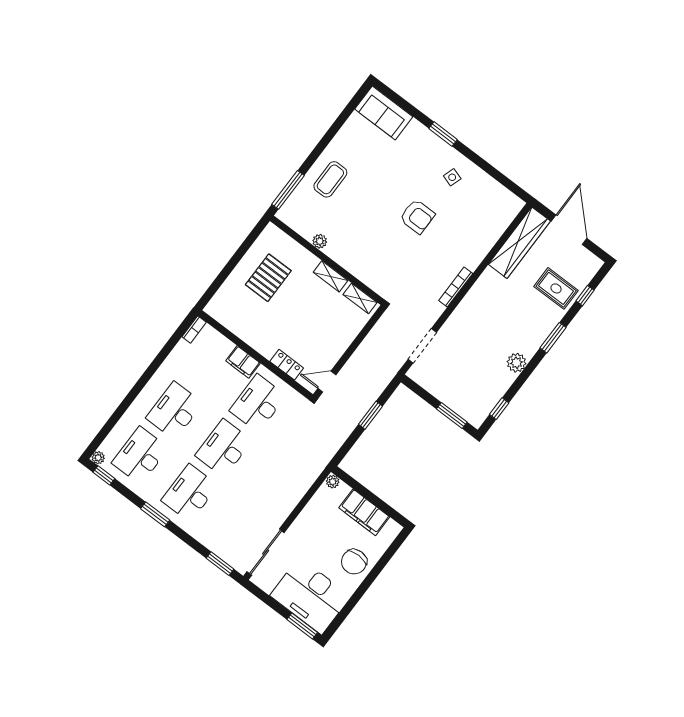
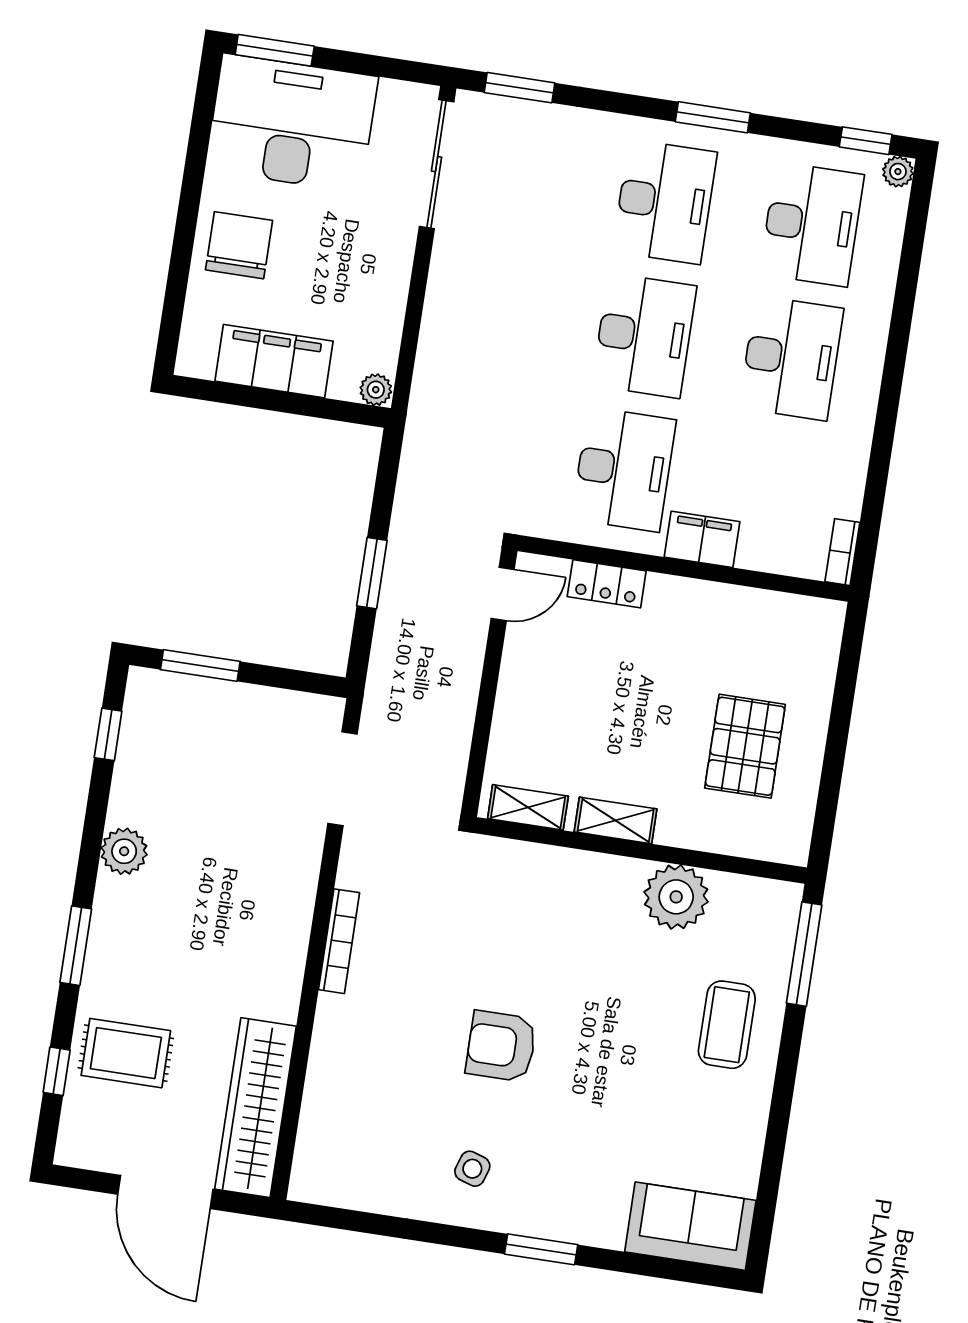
plant: (320, 241) -> (676, 897), width x1.88, depth x1.88

